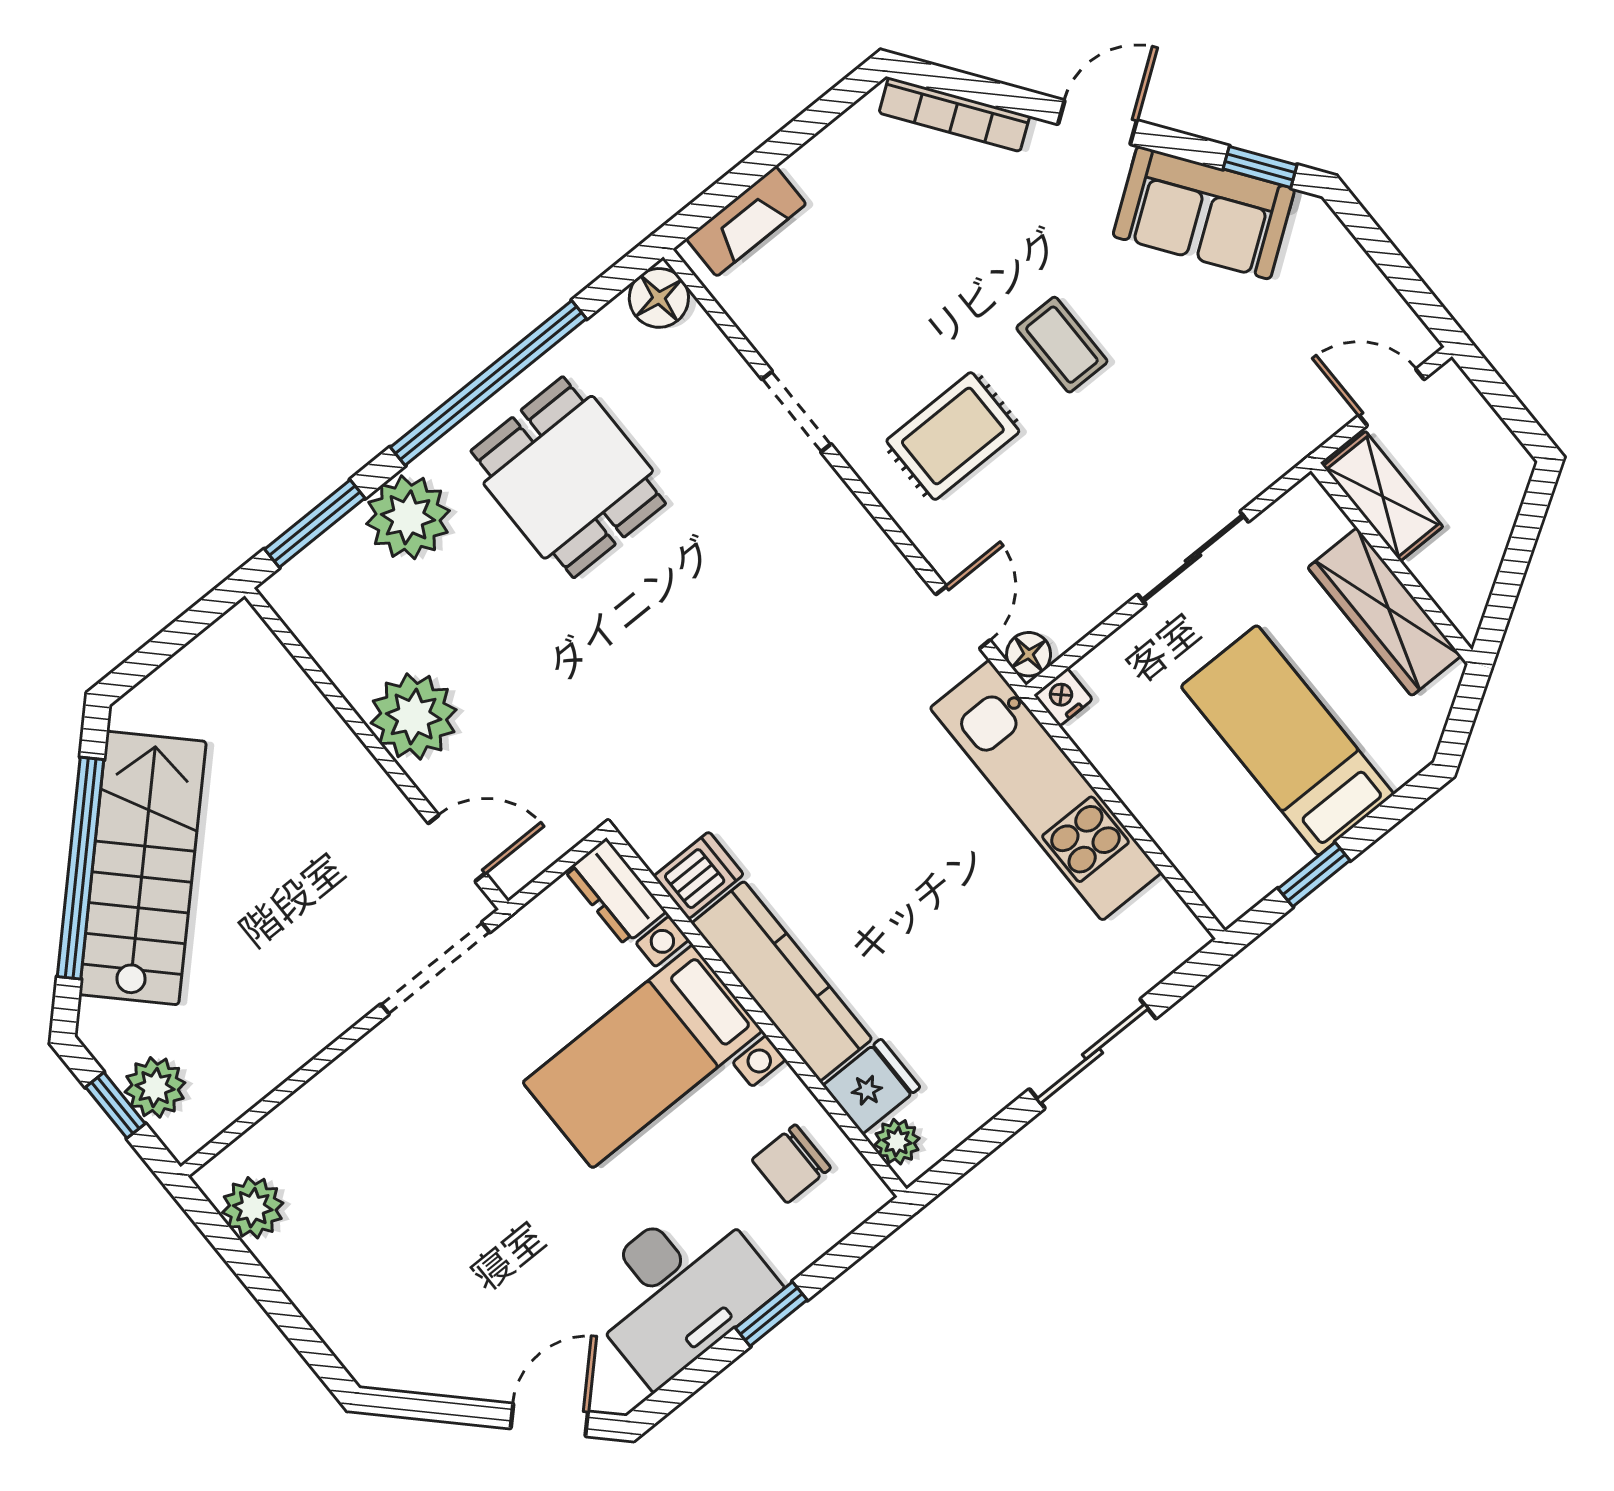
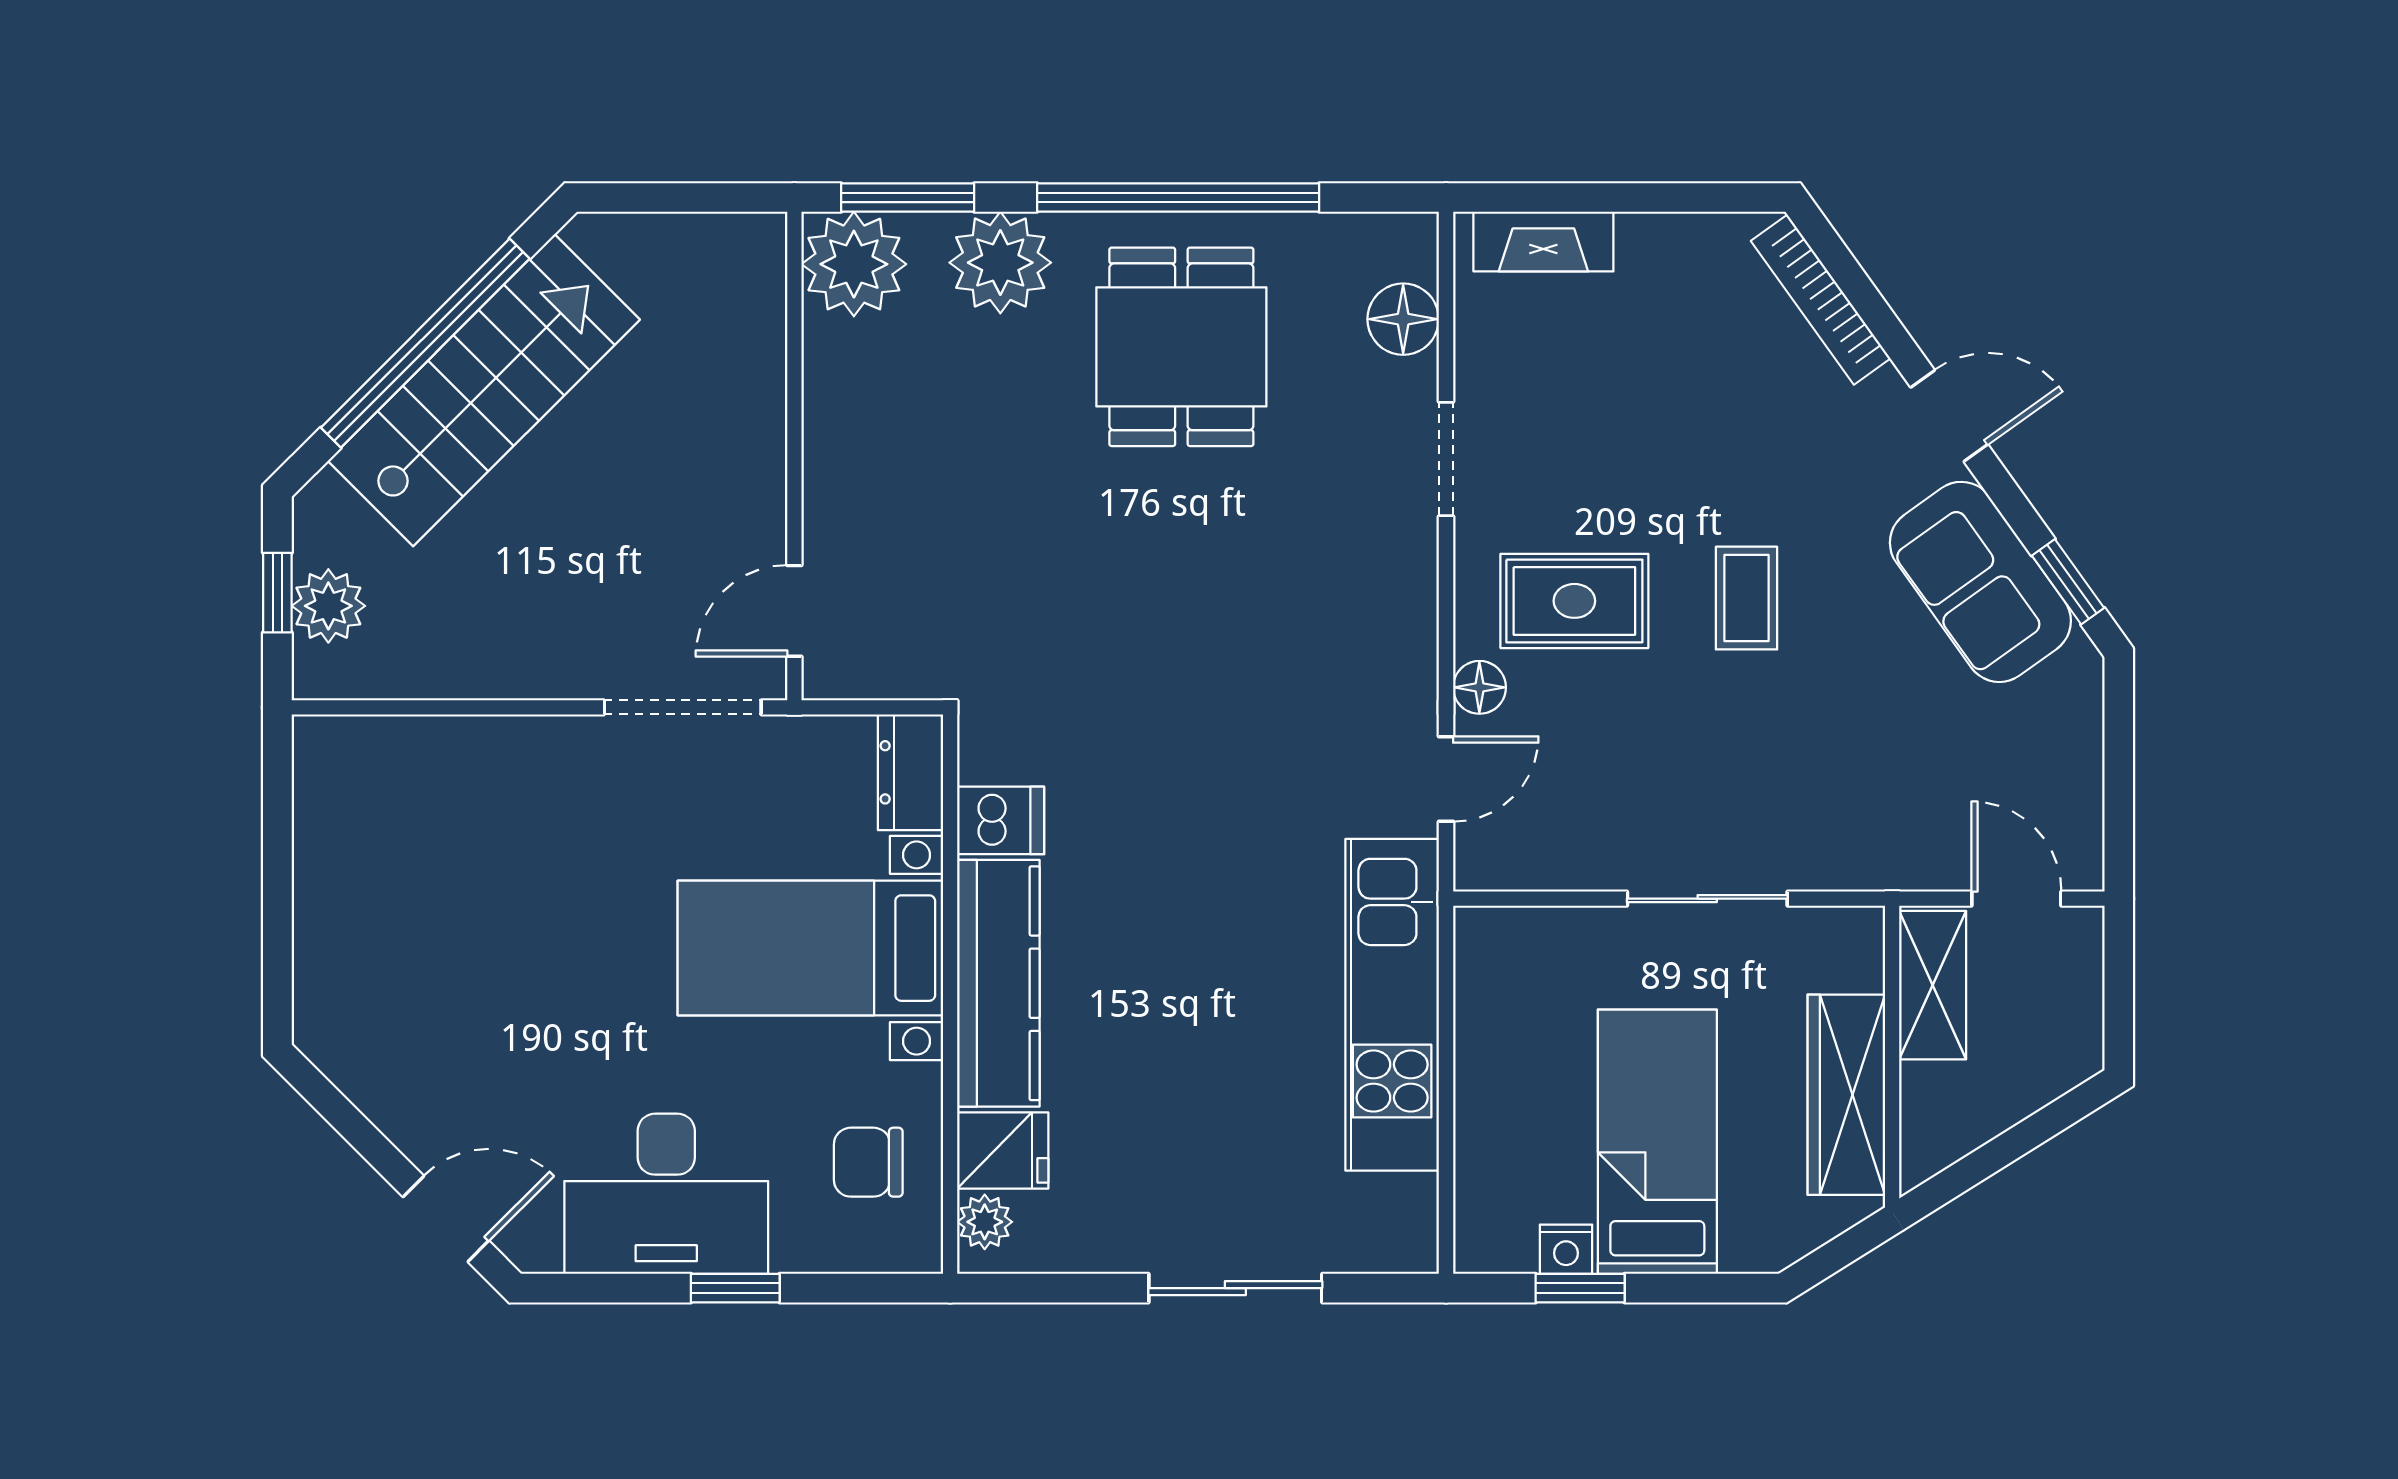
floor lamp: (659, 298) -> (1403, 319), moved
floor lamp: (1029, 654) -> (1479, 687), moved
nightstand: (1063, 697) -> (1566, 1249), moved, turned 180
plant: (414, 716) -> (854, 264), moved
door: (457, 848) -> (794, 611), swing flipped
plant: (253, 1208) -> (329, 793), removed

